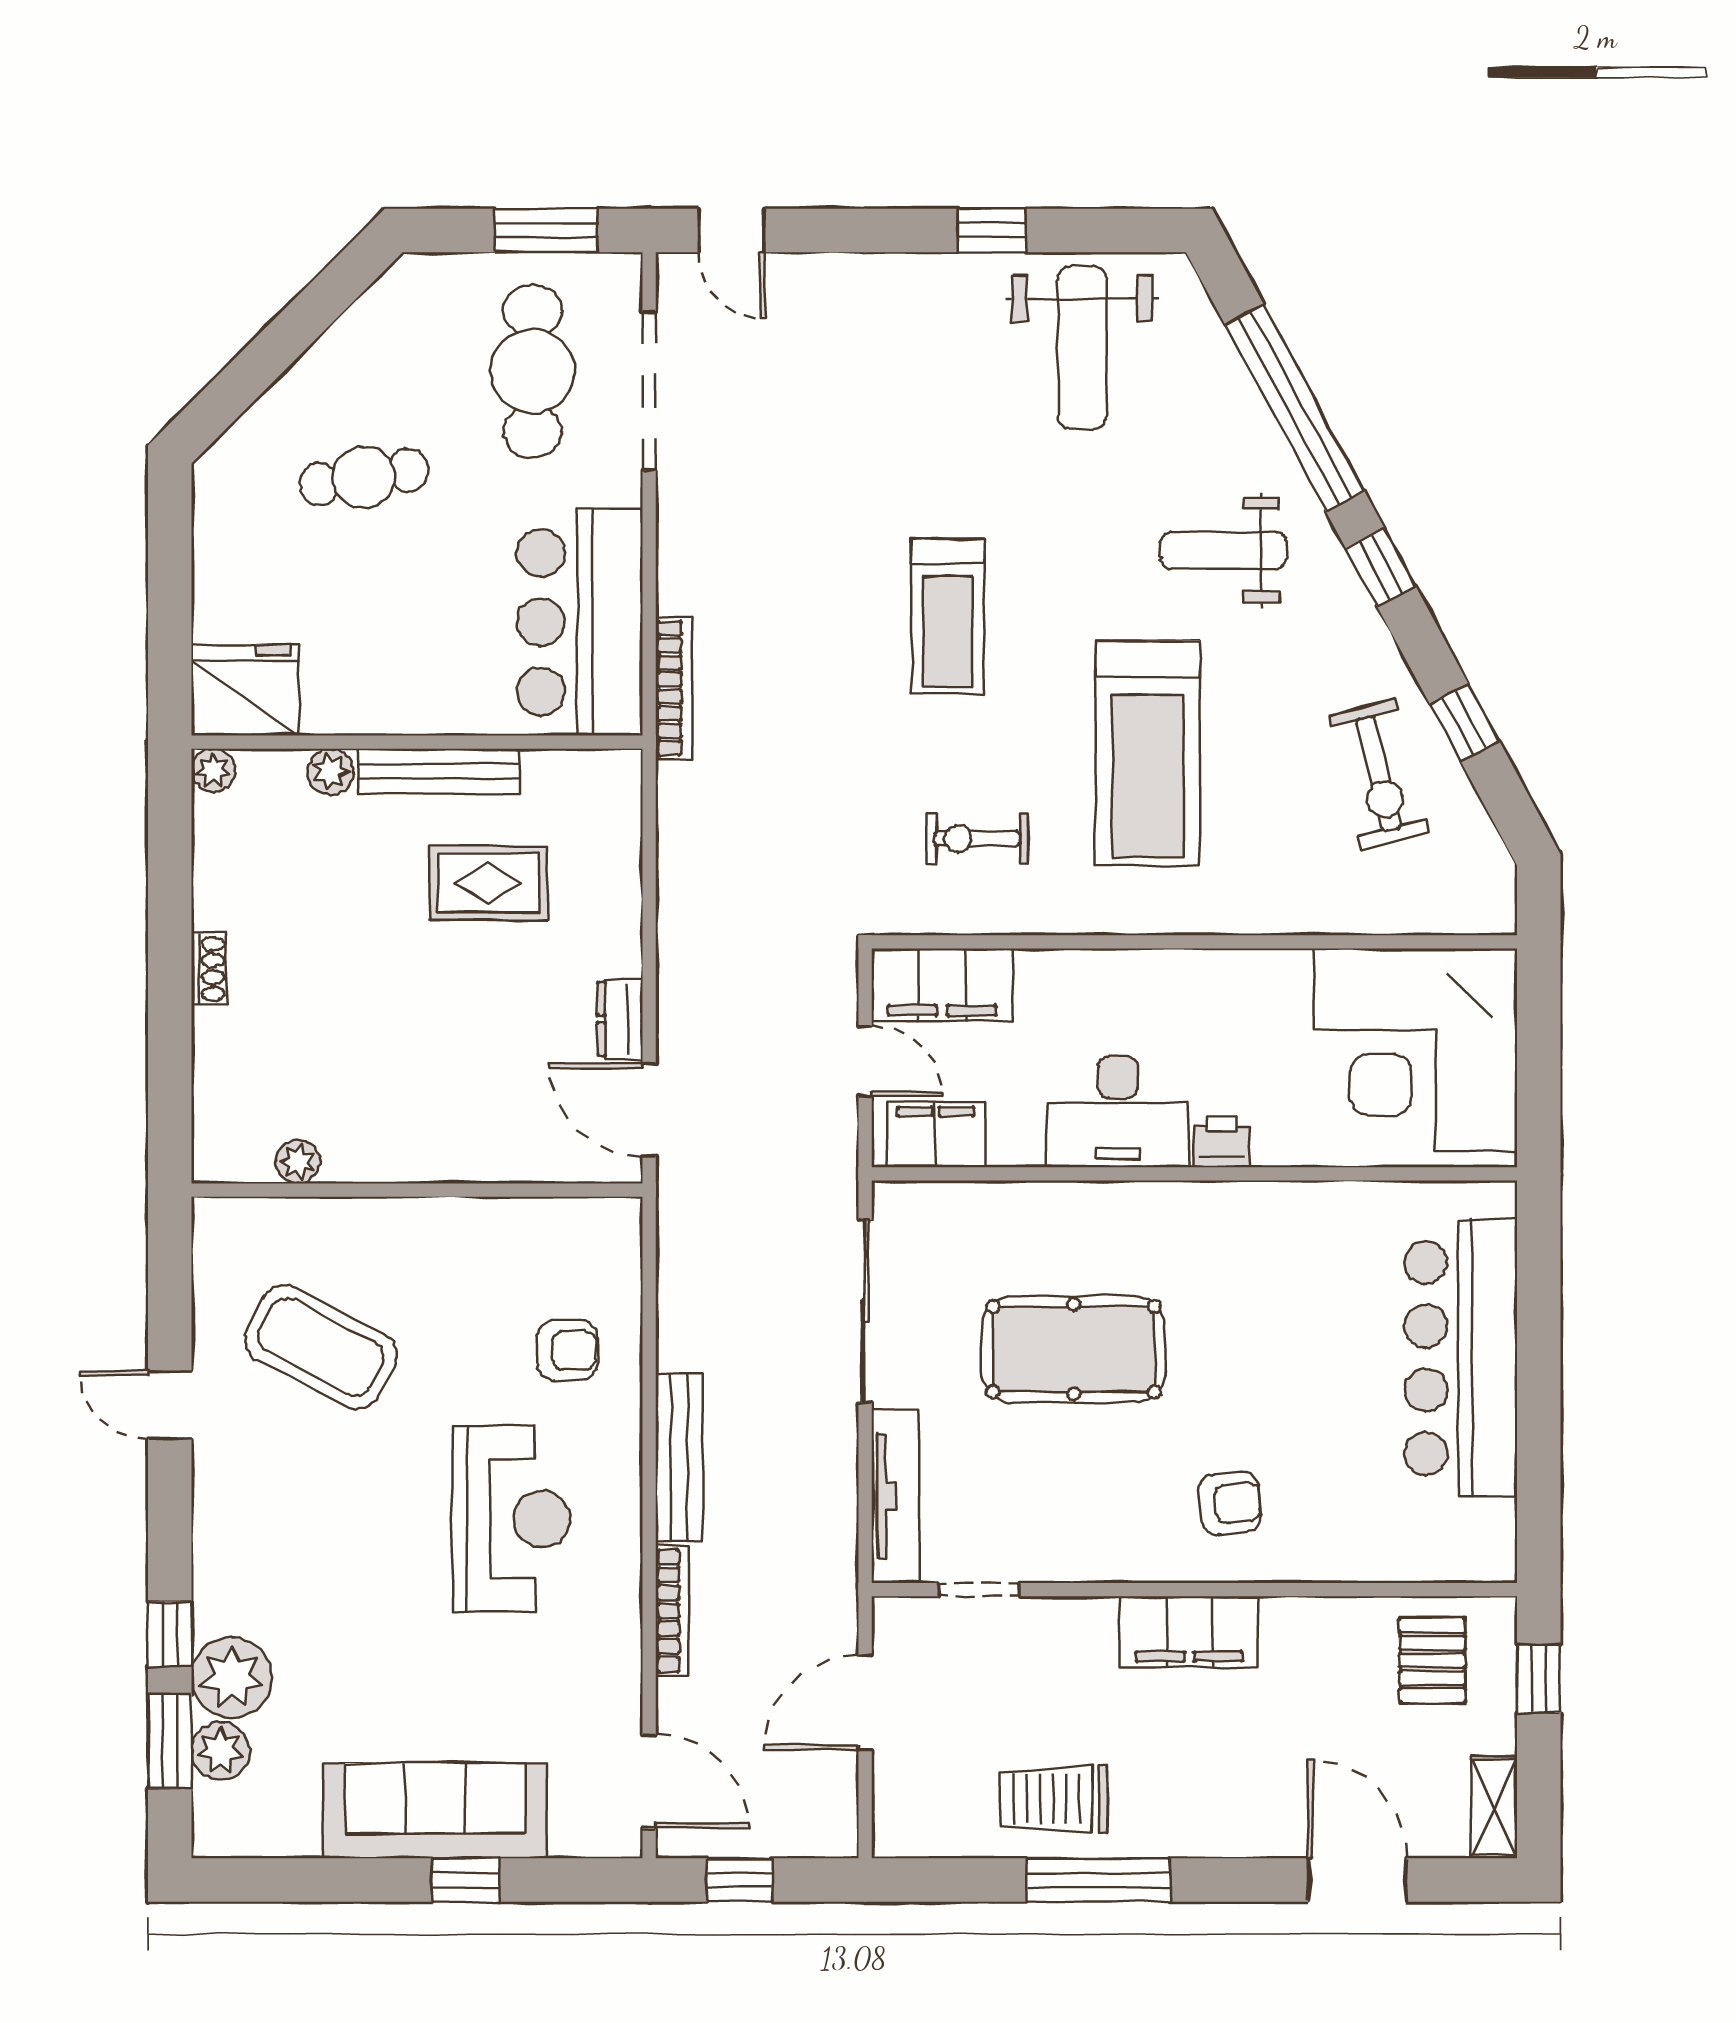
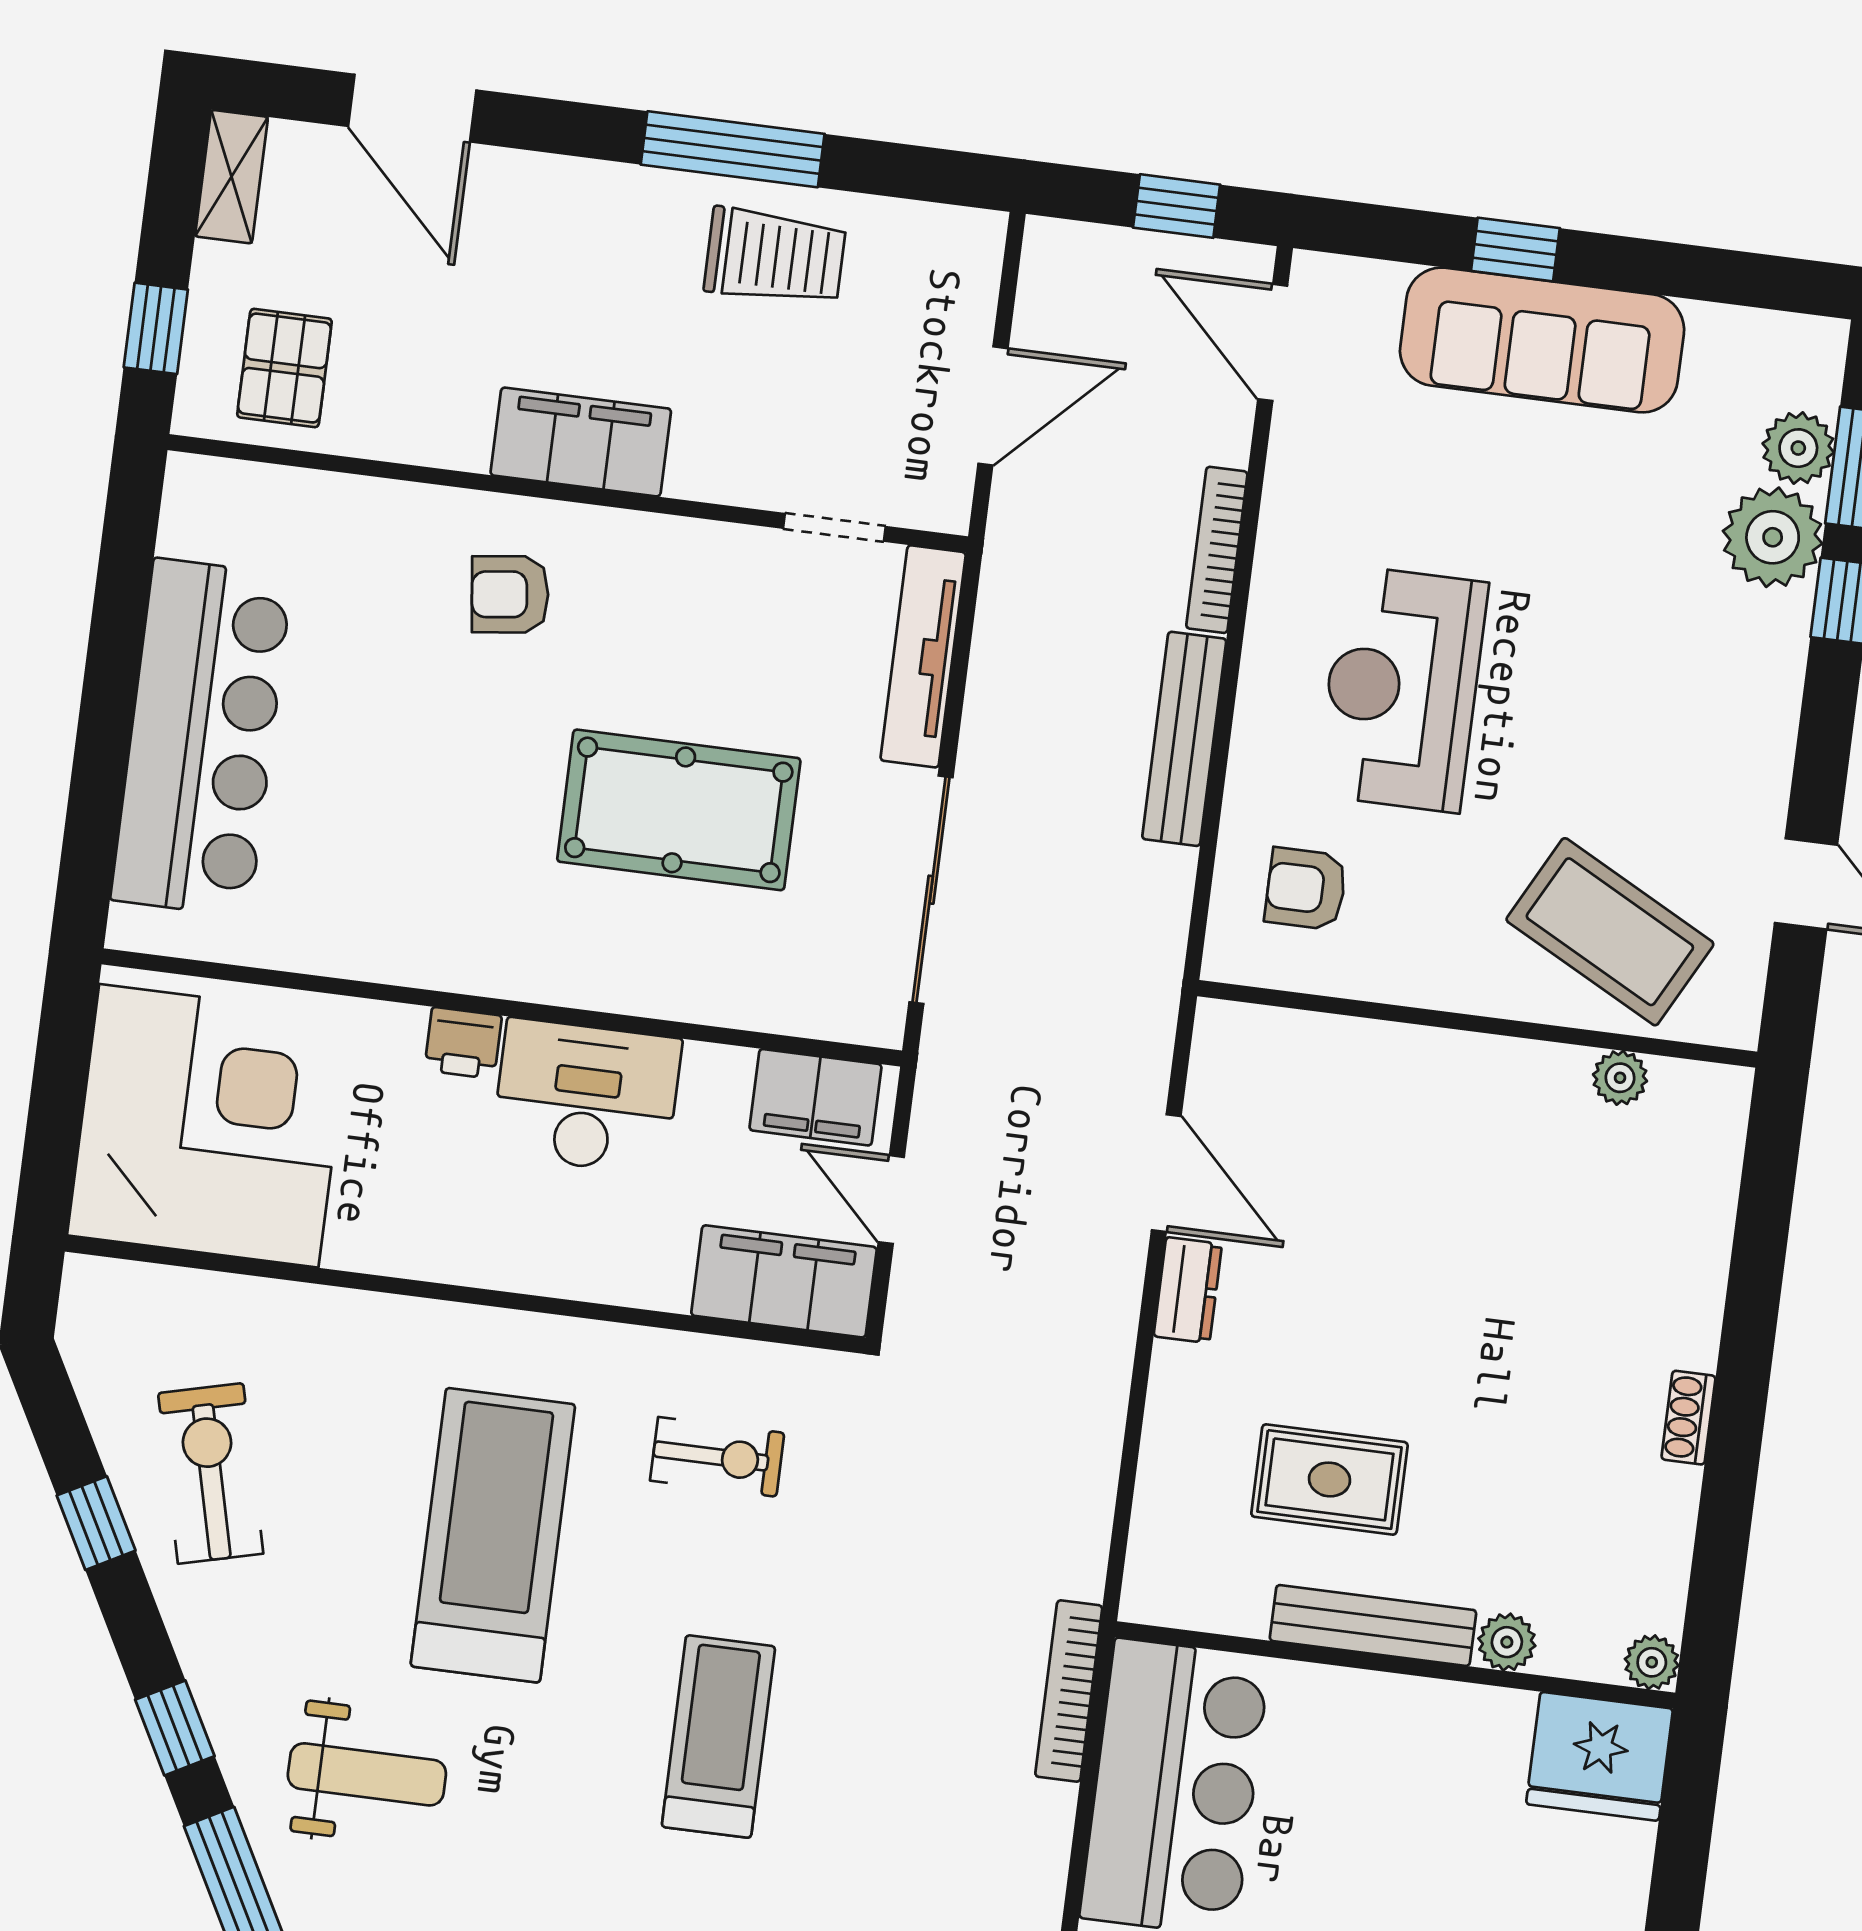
plant: (298, 1162) -> (1620, 1078), moved
wall: (417, 1190) -> (1477, 1024), moved

